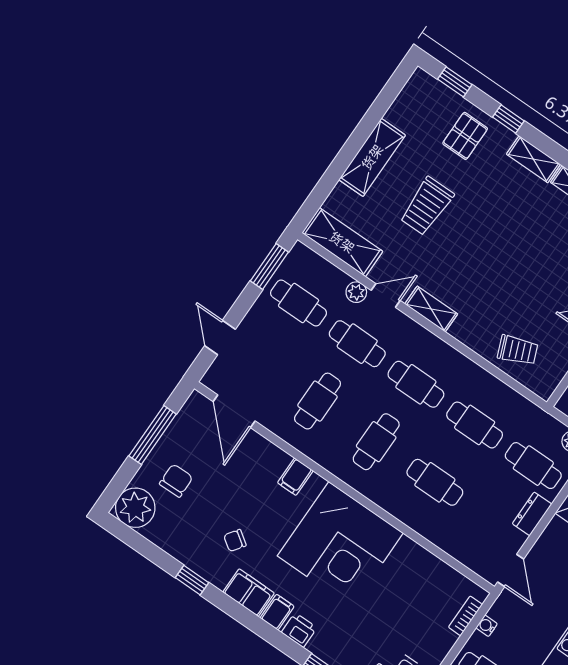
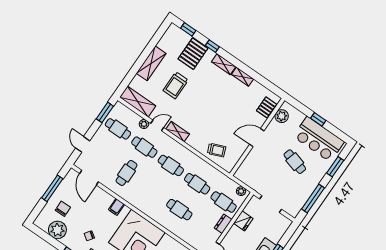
pallet: (465, 136) -> (193, 54), width x1.50, depth x1.42
cafe table: (376, 442) -> (153, 191), removed
plant: (135, 508) -> (57, 230), moved

